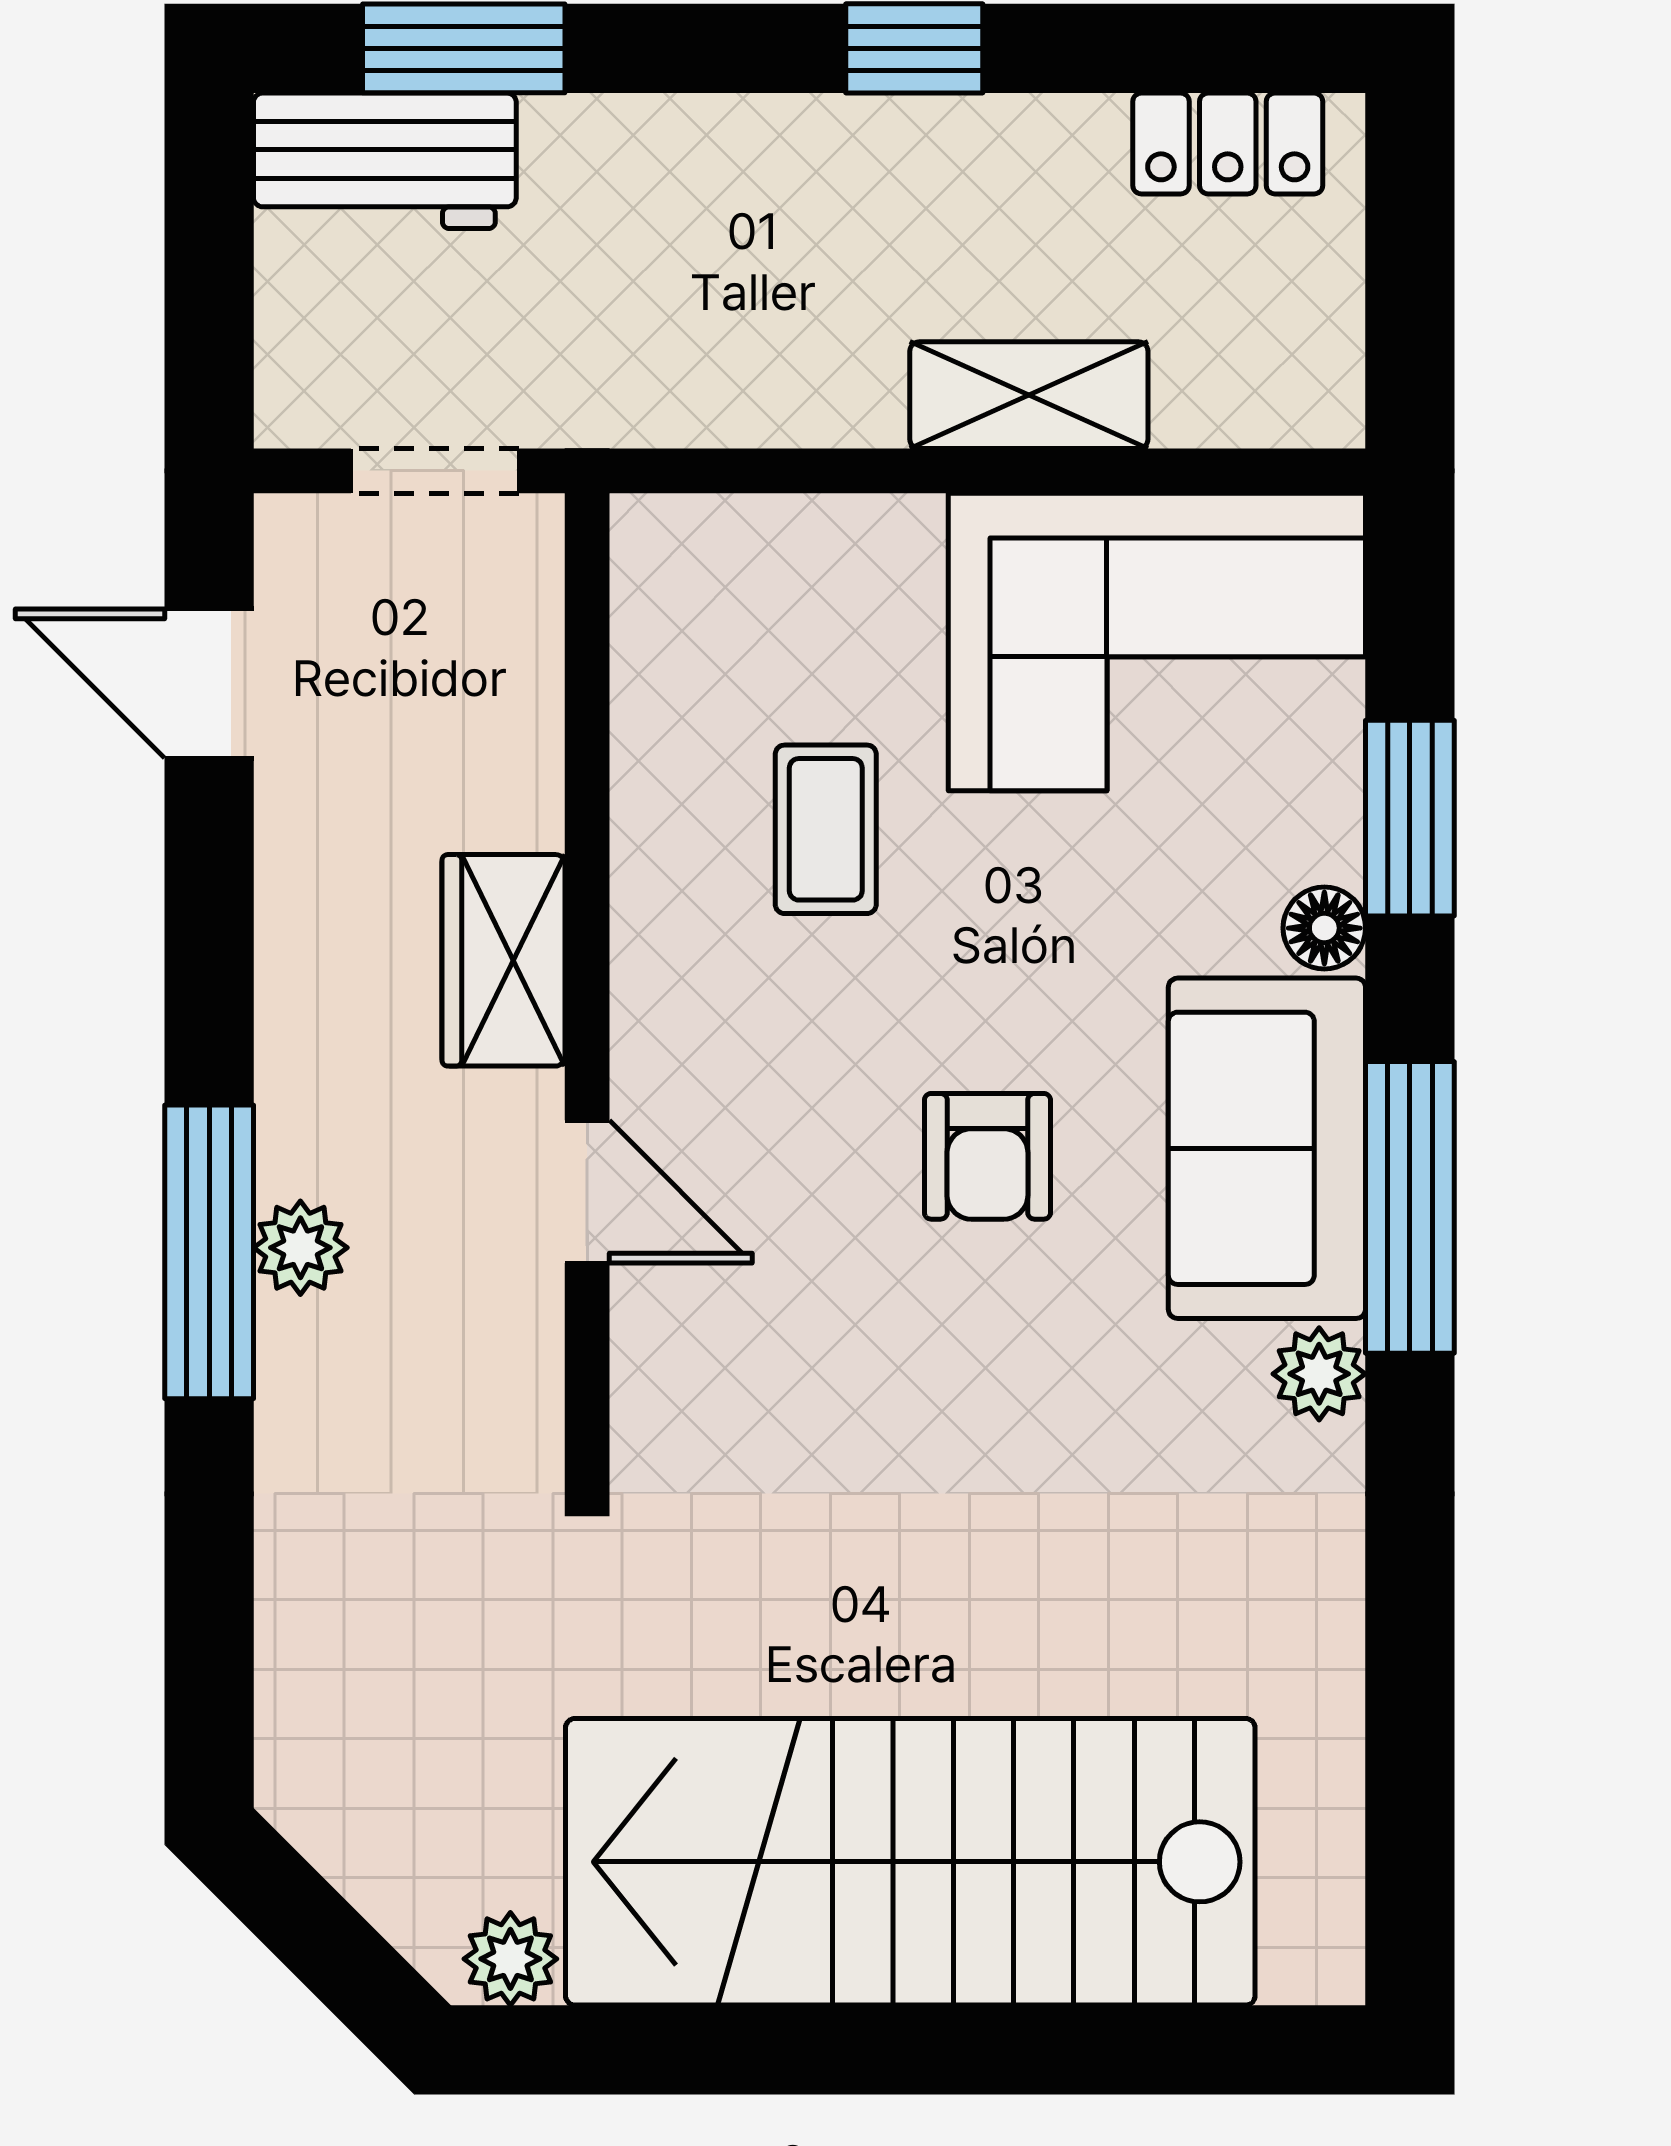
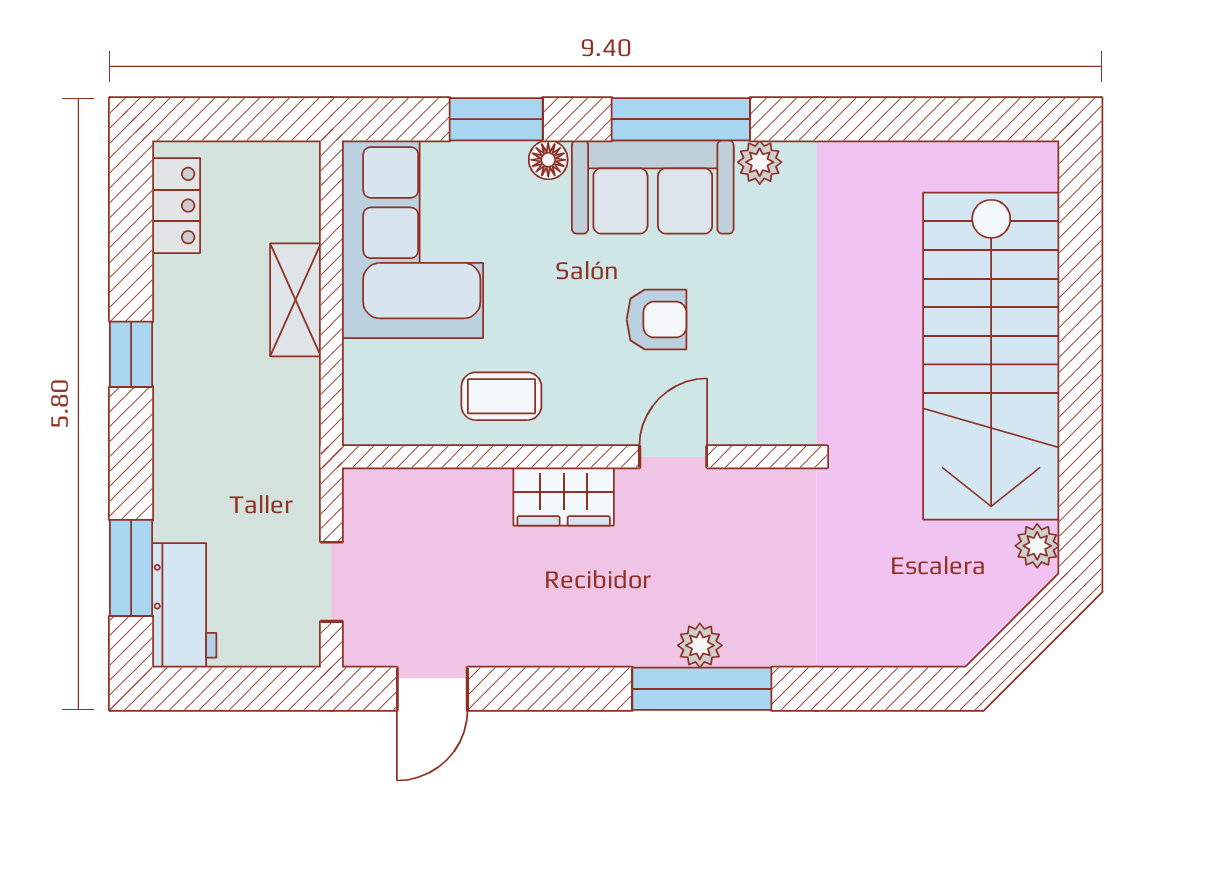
wardrobe: (503, 960) -> (564, 496), moved
wall: (587, 982) -> (574, 457), moved
door: (587, 1192) -> (673, 457), moved

